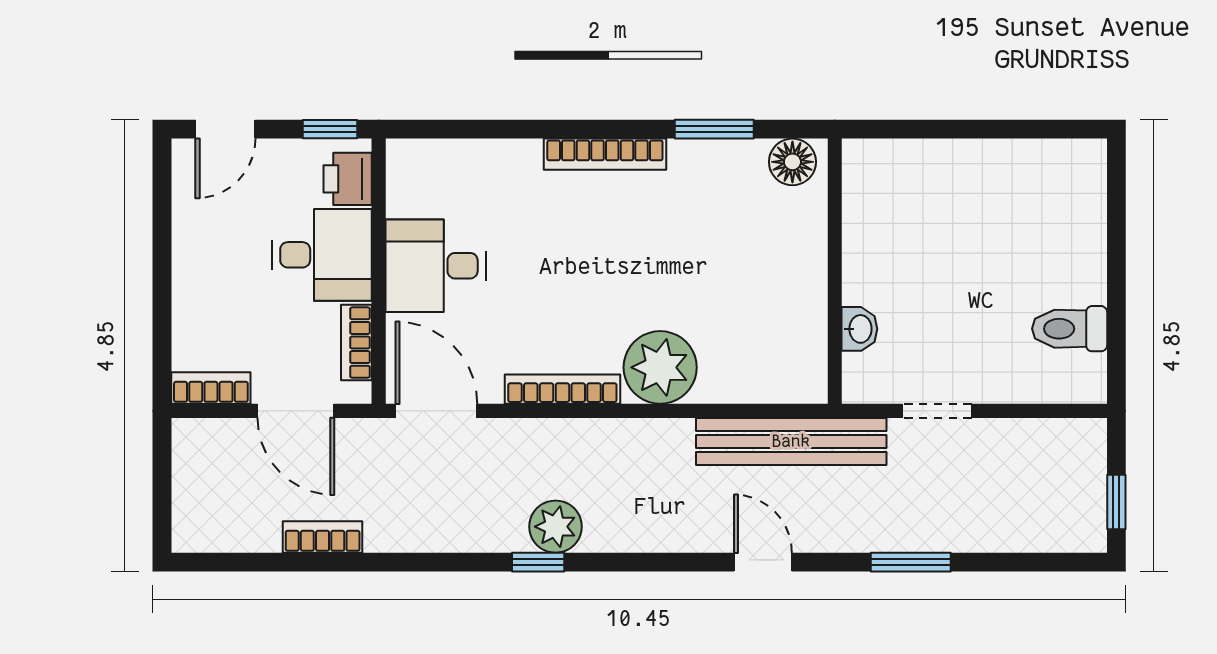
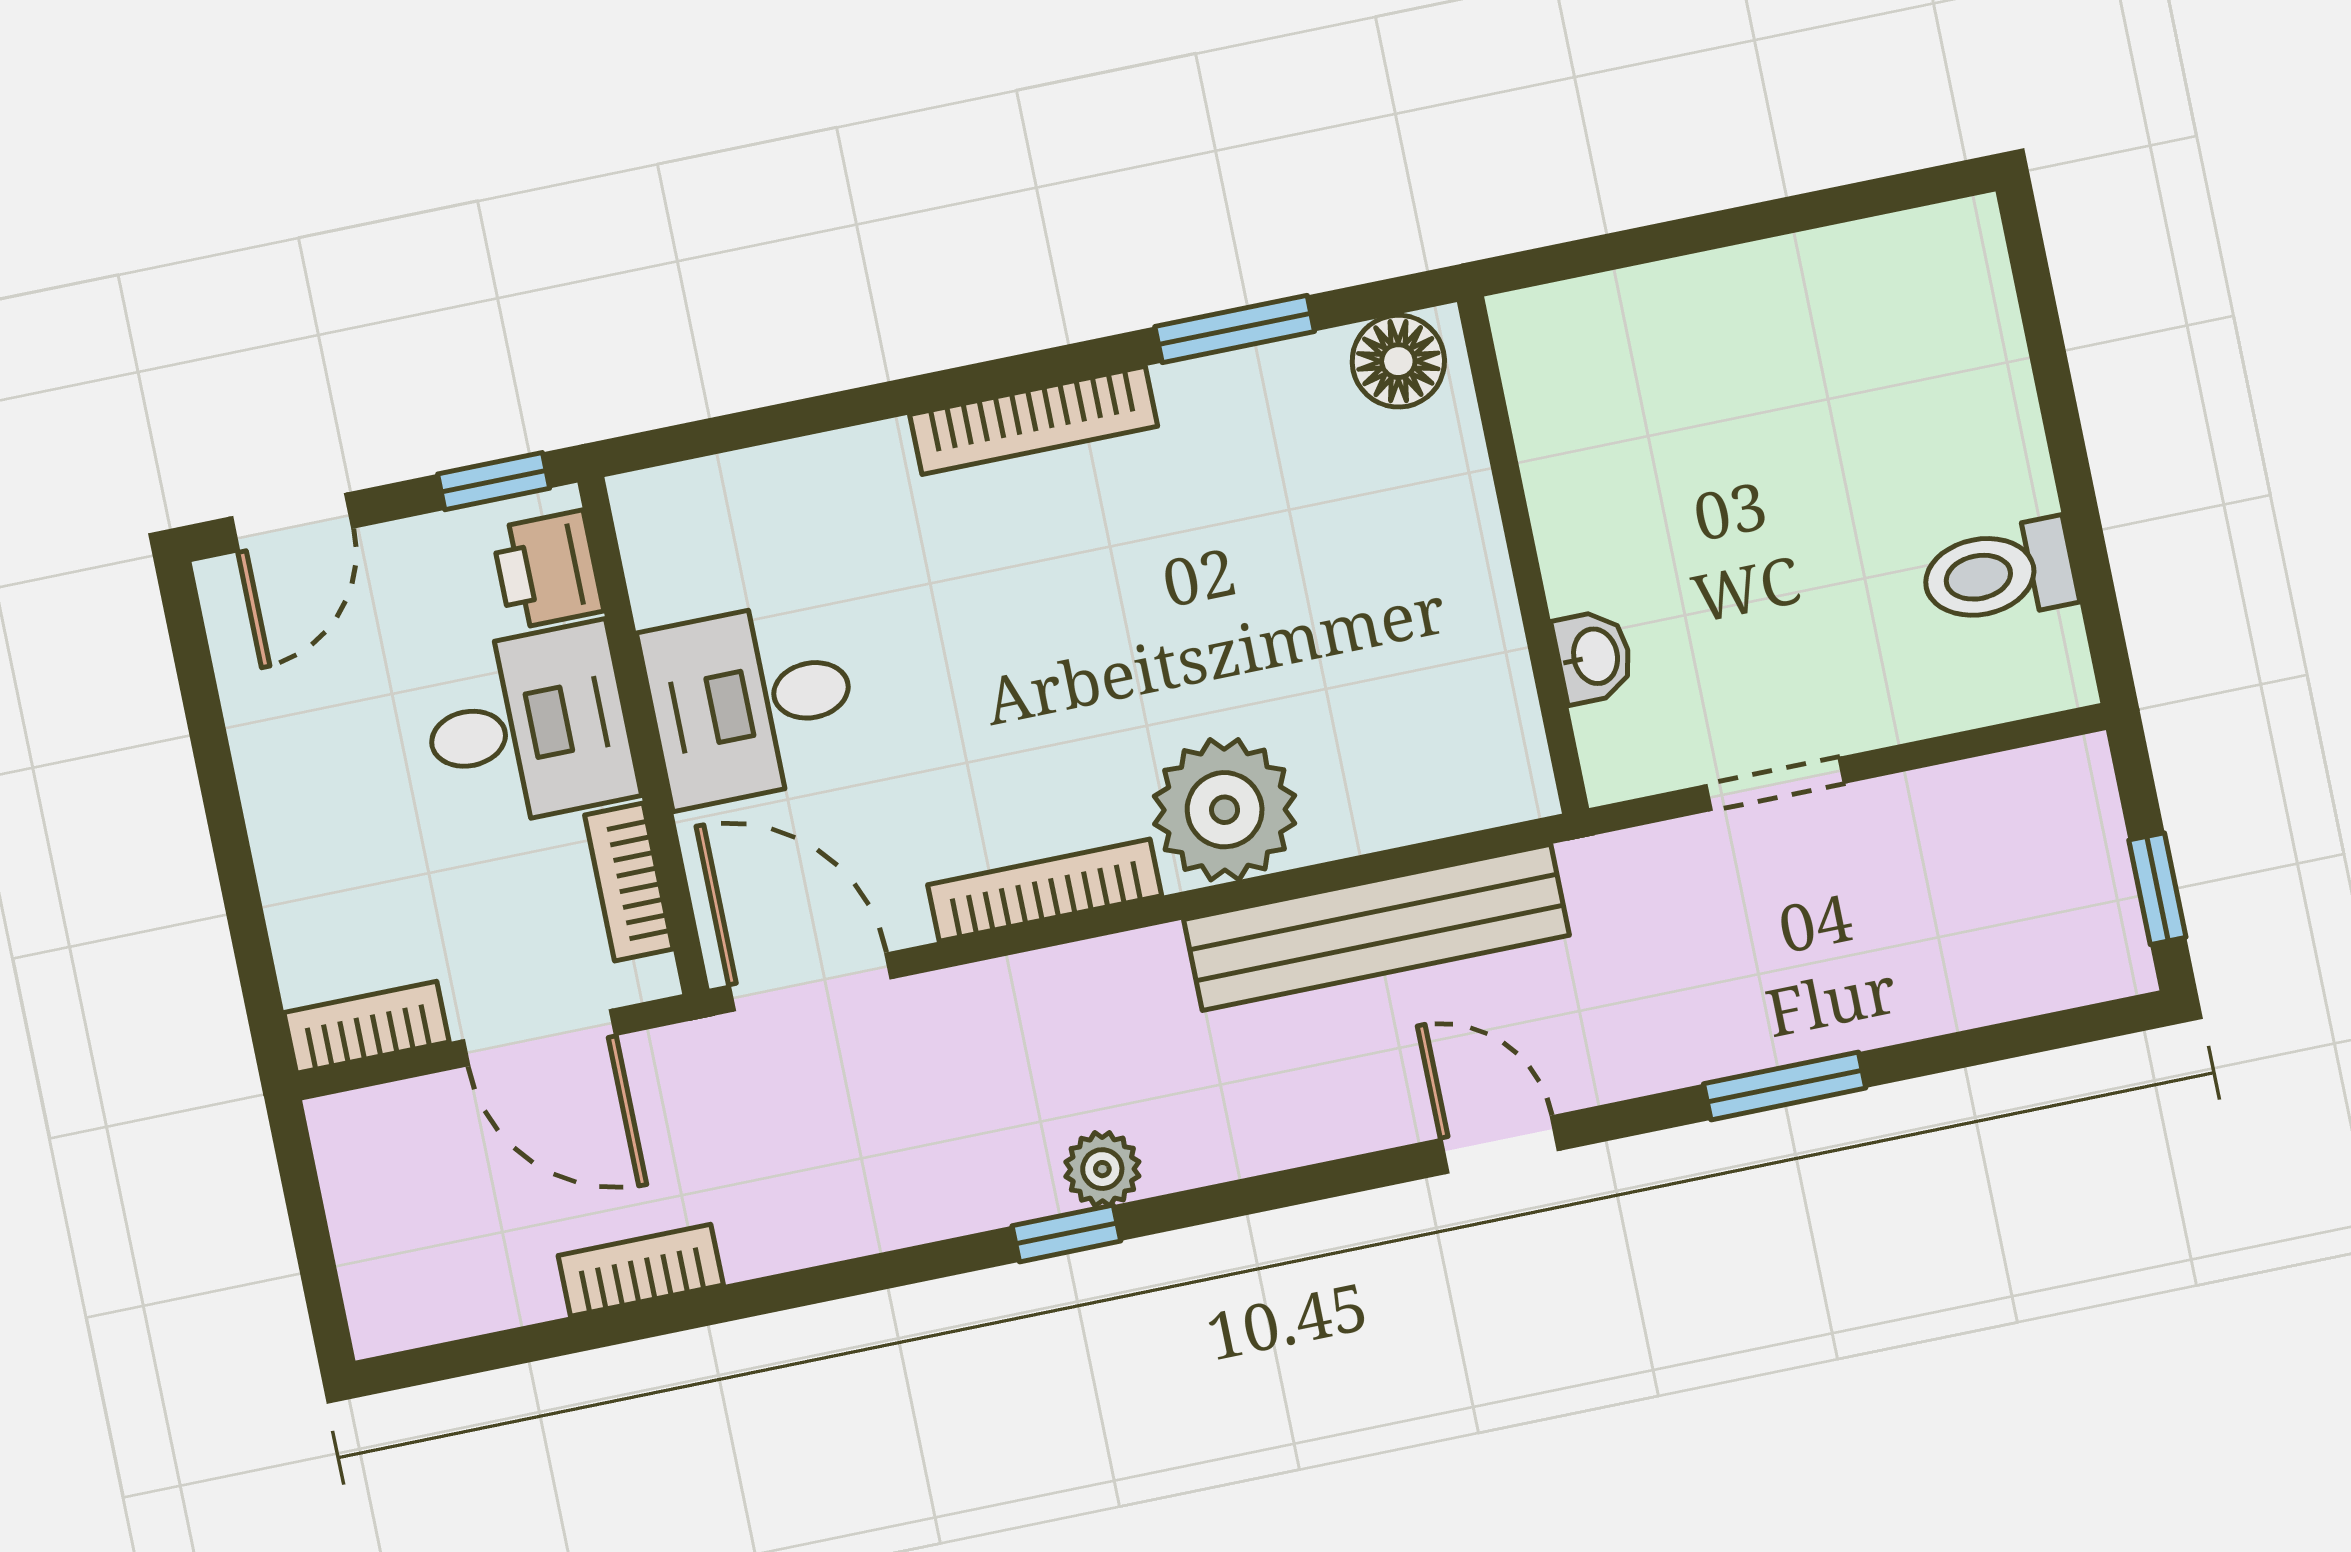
bench: (791, 441) -> (1376, 927), moved
plant: (555, 527) -> (1102, 1169), width x0.73, depth x0.73

